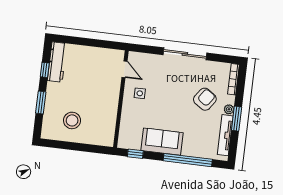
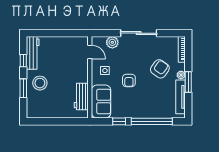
plant: (153, 61) -> (112, 42), added
armchair: (167, 108) -> (129, 80), added
stool: (72, 120) -> (40, 83), moved
workbench: (108, 121) -> (81, 97), added
sofa: (162, 142) -> (101, 102), moved, turned 90
window: (135, 154) -> (119, 121), moved

